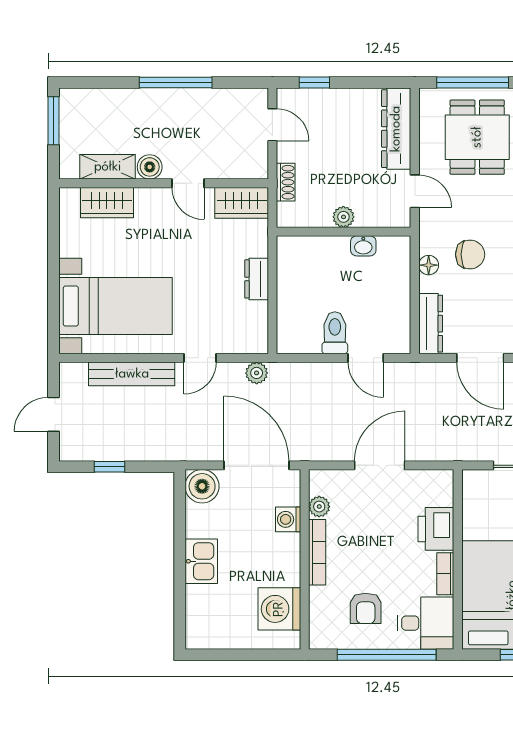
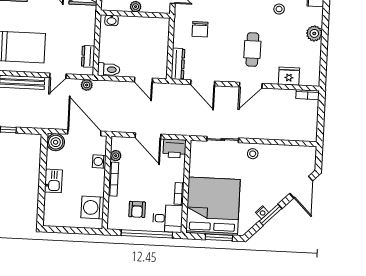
washbasin: (363, 246) -> (112, 20), moved
chair: (470, 254) -> (200, 29), turned 90
floor lamp: (429, 265) -> (178, 34), removed
dresser: (257, 279) -> (88, 56), moved
toilet: (335, 333) -> (109, 70), moved, turned 90
door: (380, 465) -> (148, 136), swing flipped
printer: (436, 529) -> (175, 148), moved, turned -90

